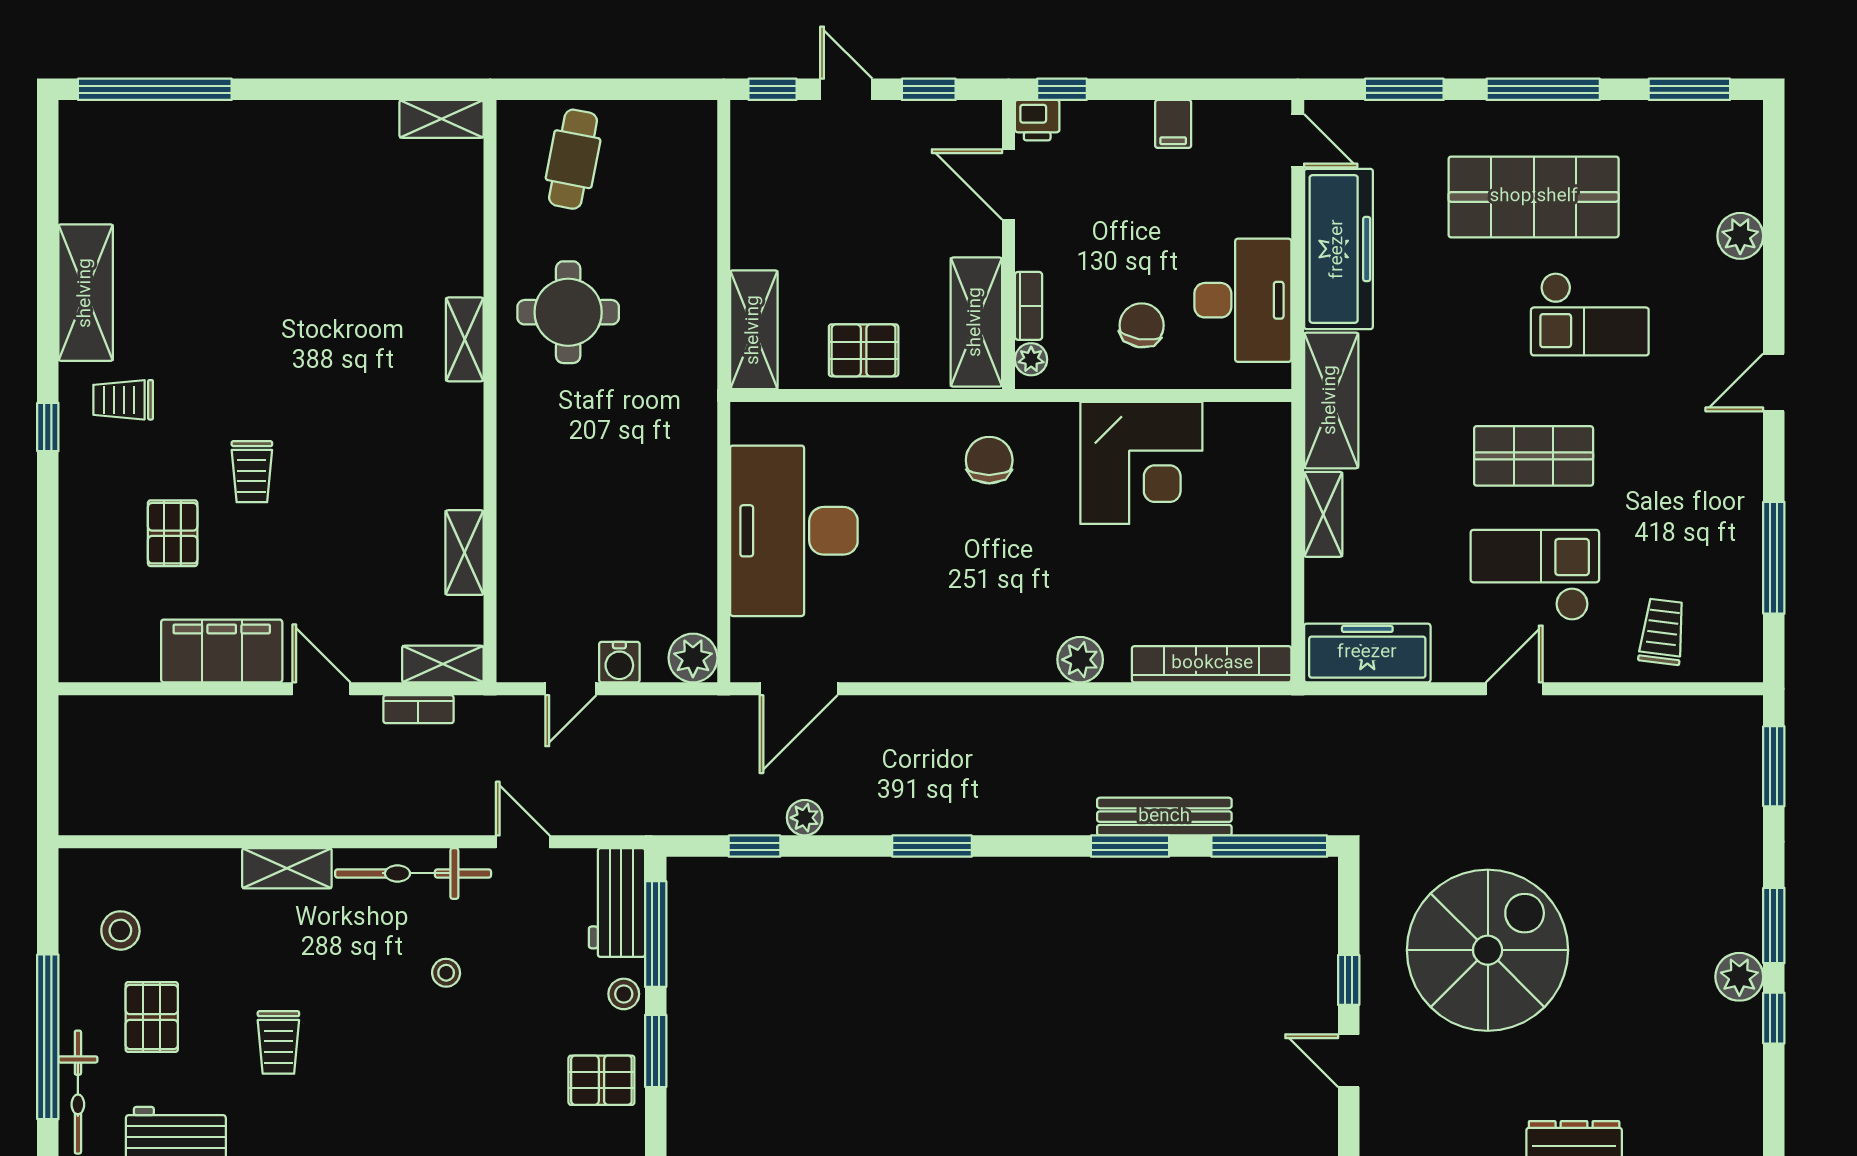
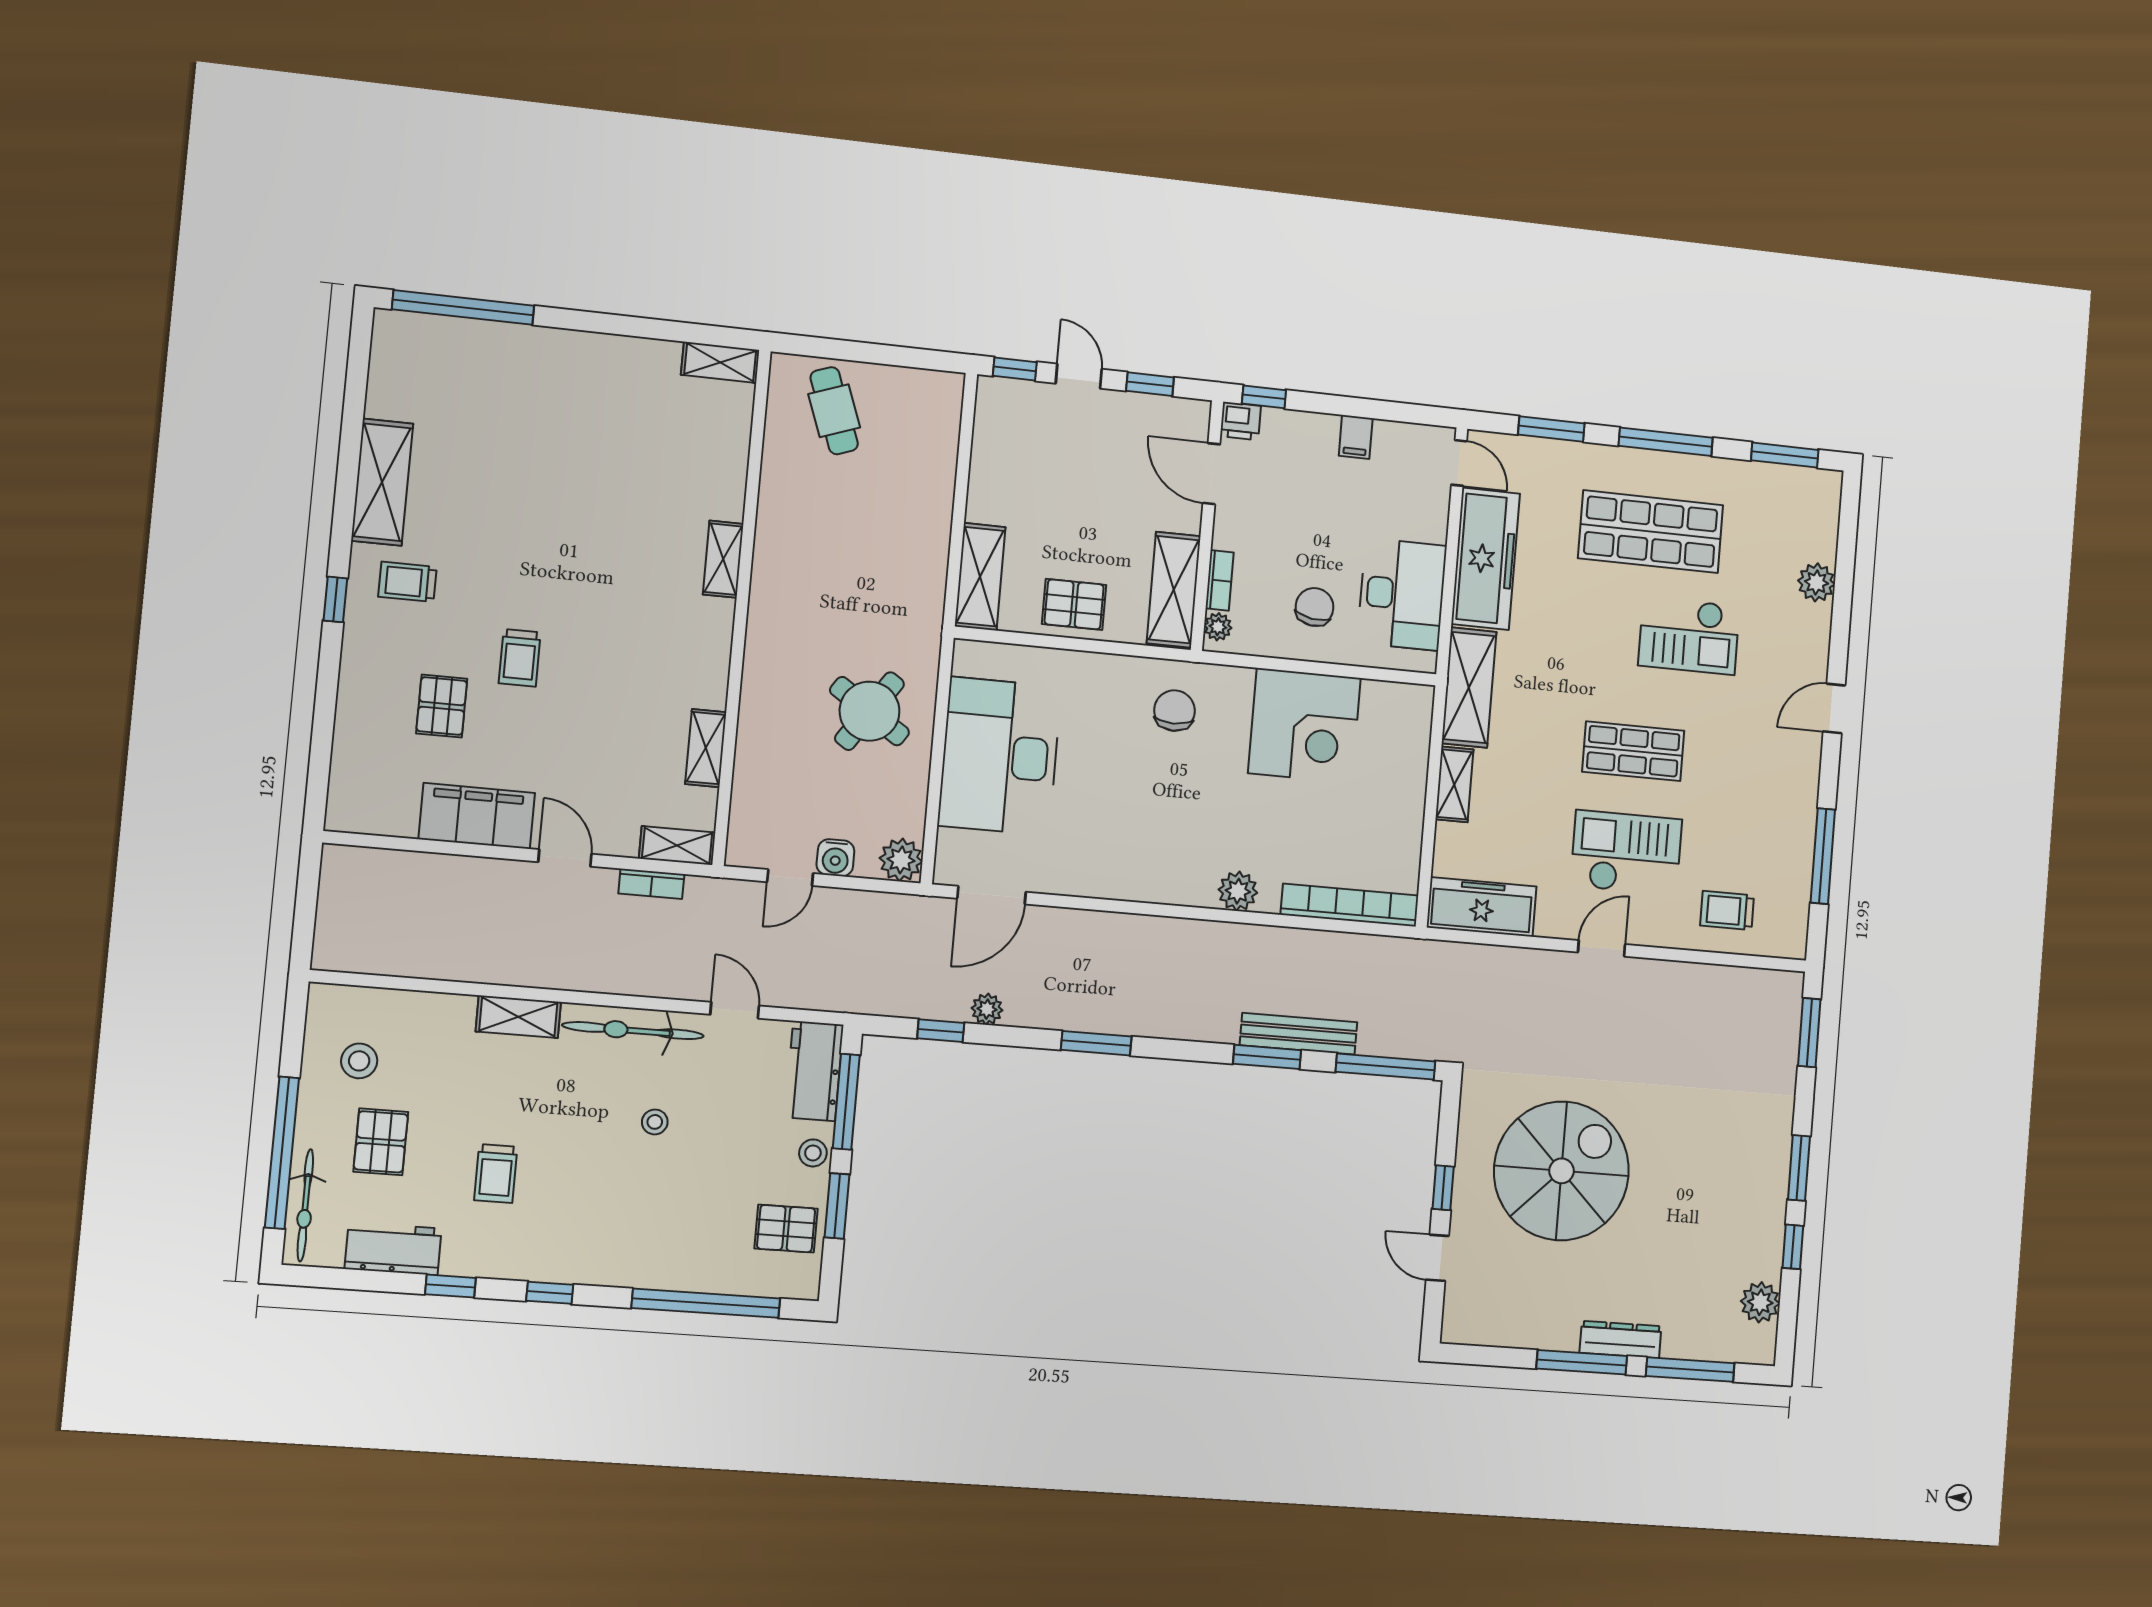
cafe table: (573, 159) -> (834, 411), turned -31
round table: (568, 312) -> (869, 711), moved, turned 34
trolley: (1662, 632) -> (1727, 910), turned -97
plant: (1739, 977) -> (1760, 1302), moved

